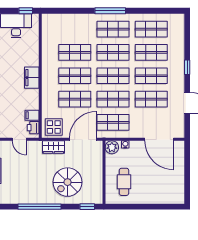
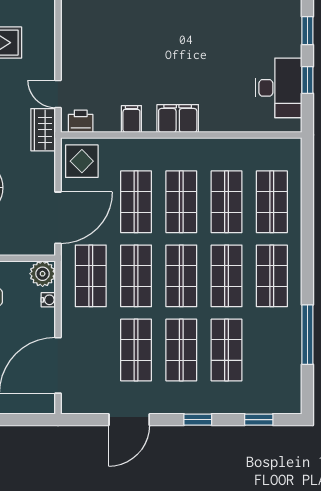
window: (26, 11) -> (307, 80), moved
window: (110, 11) -> (307, 335), moved
shop shelf: (151, 29) -> (272, 202), moved
window: (187, 36) -> (259, 420), added
filing cabinet: (32, 115) -> (131, 119), moved
door: (19, 139) -> (58, 94), hinge flipped
door: (83, 139) -> (58, 218), hinge flipped
wardrobe: (53, 147) -> (43, 130), moved

